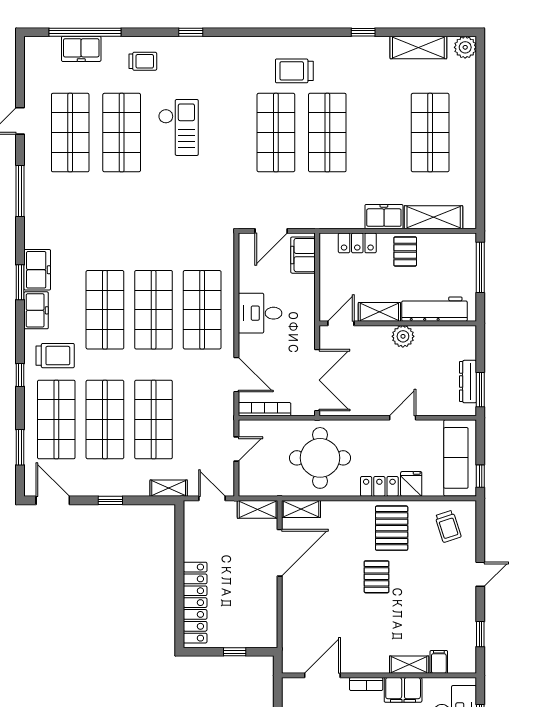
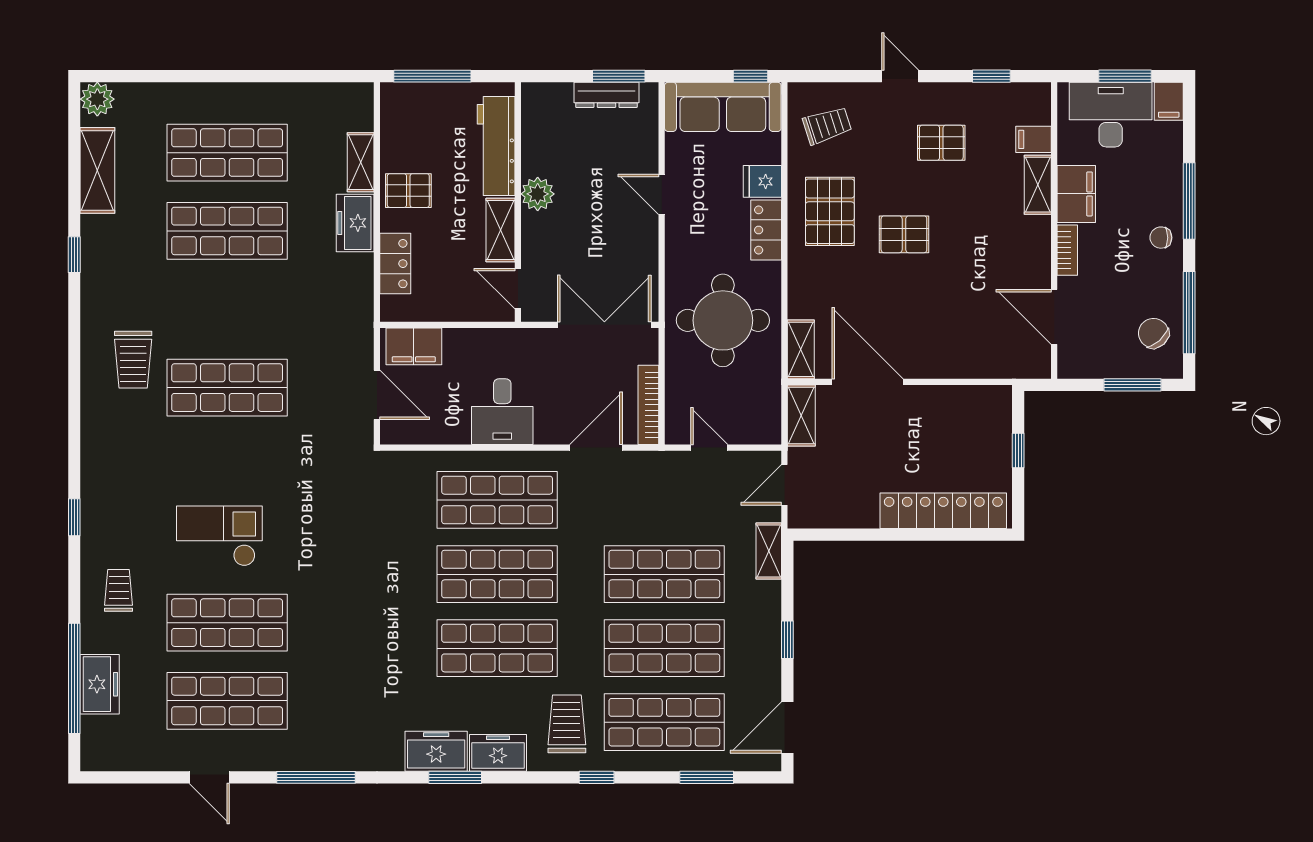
shop shelf: (327, 133) -> (227, 231), moved
shelving: (434, 217) -> (361, 162), width x0.67, depth x0.75
pallet: (392, 528) -> (830, 211), turned 90
pallet: (437, 601) -> (941, 143), added

